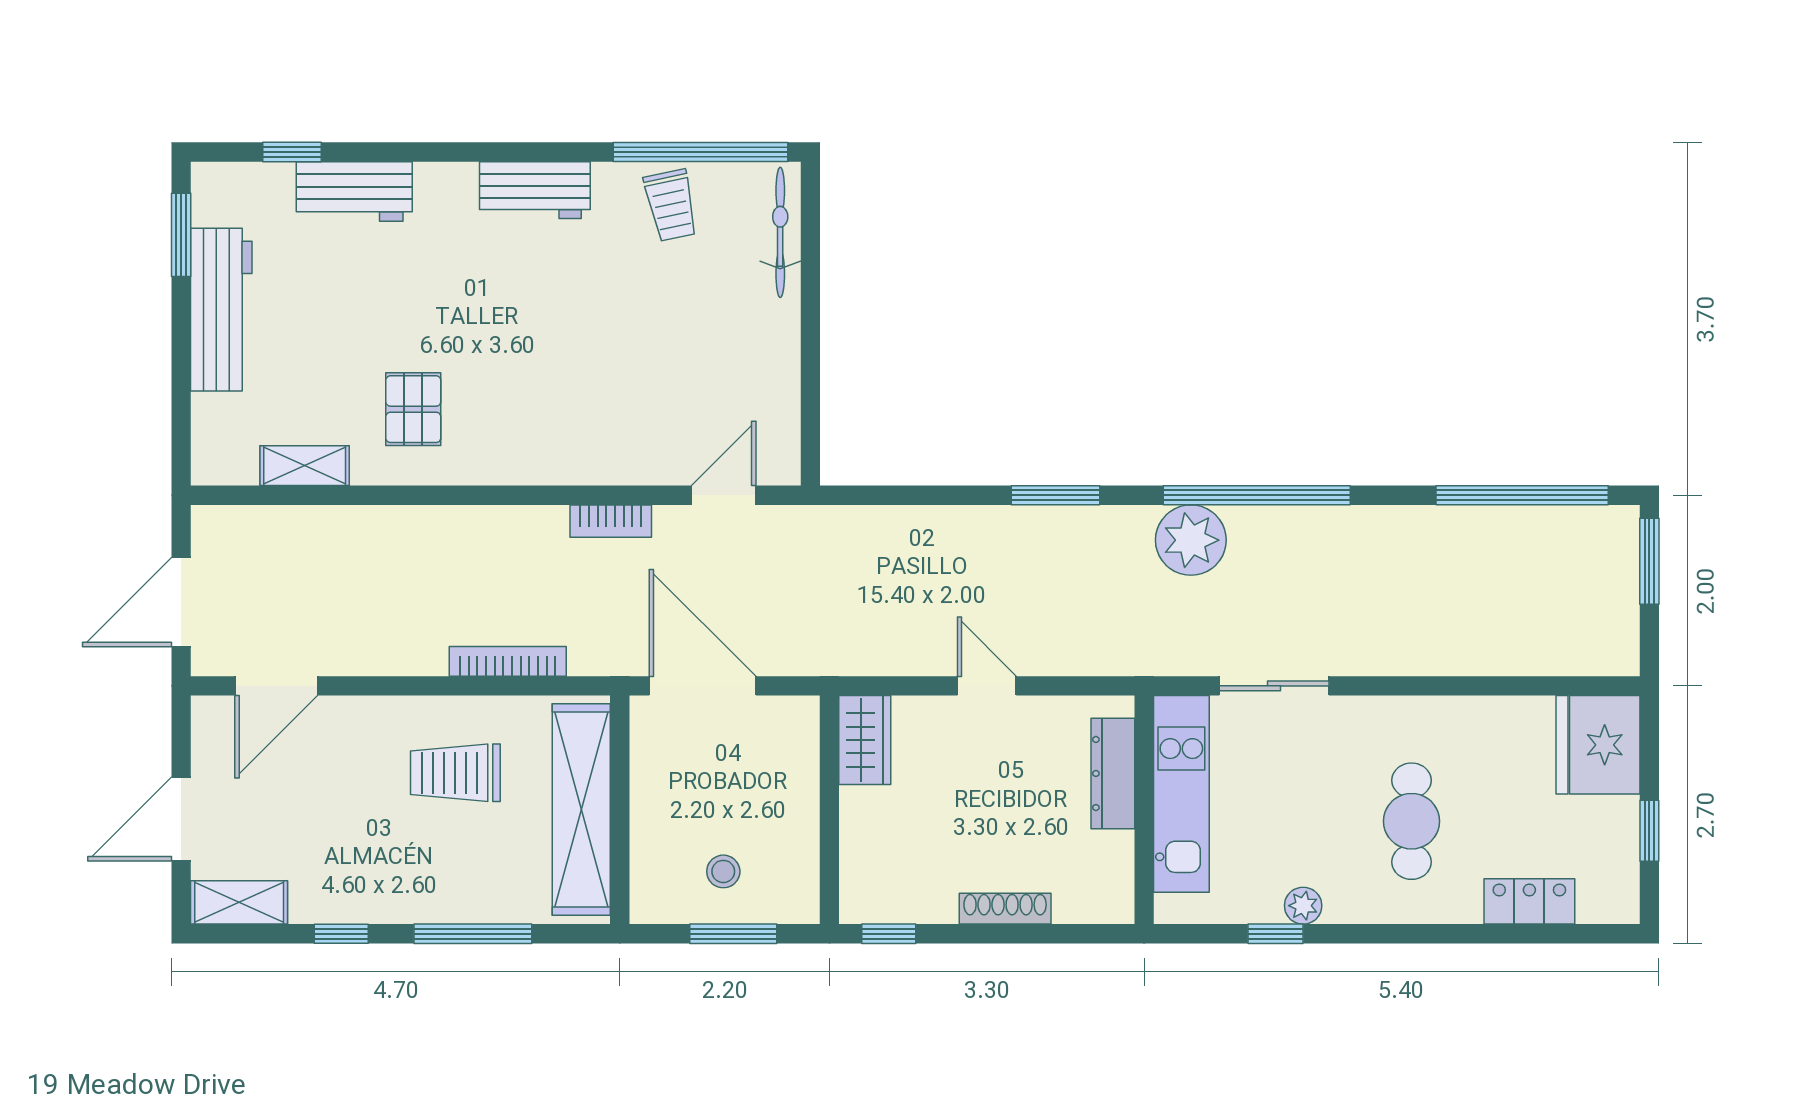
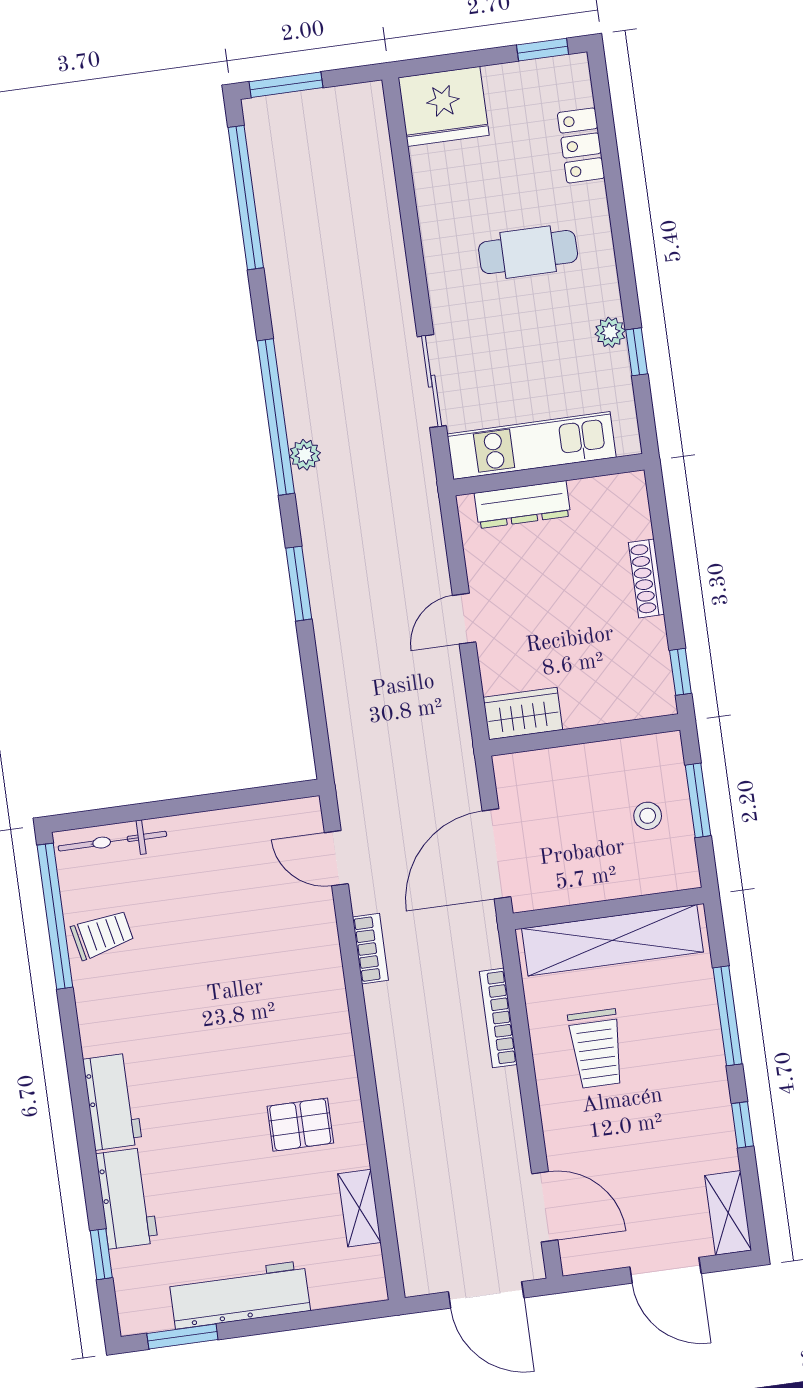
workbench: (535, 190) -> (112, 1102), moved
plant: (1191, 540) -> (305, 455), width x0.53, depth x0.53
window: (1649, 831) -> (543, 50), moved

